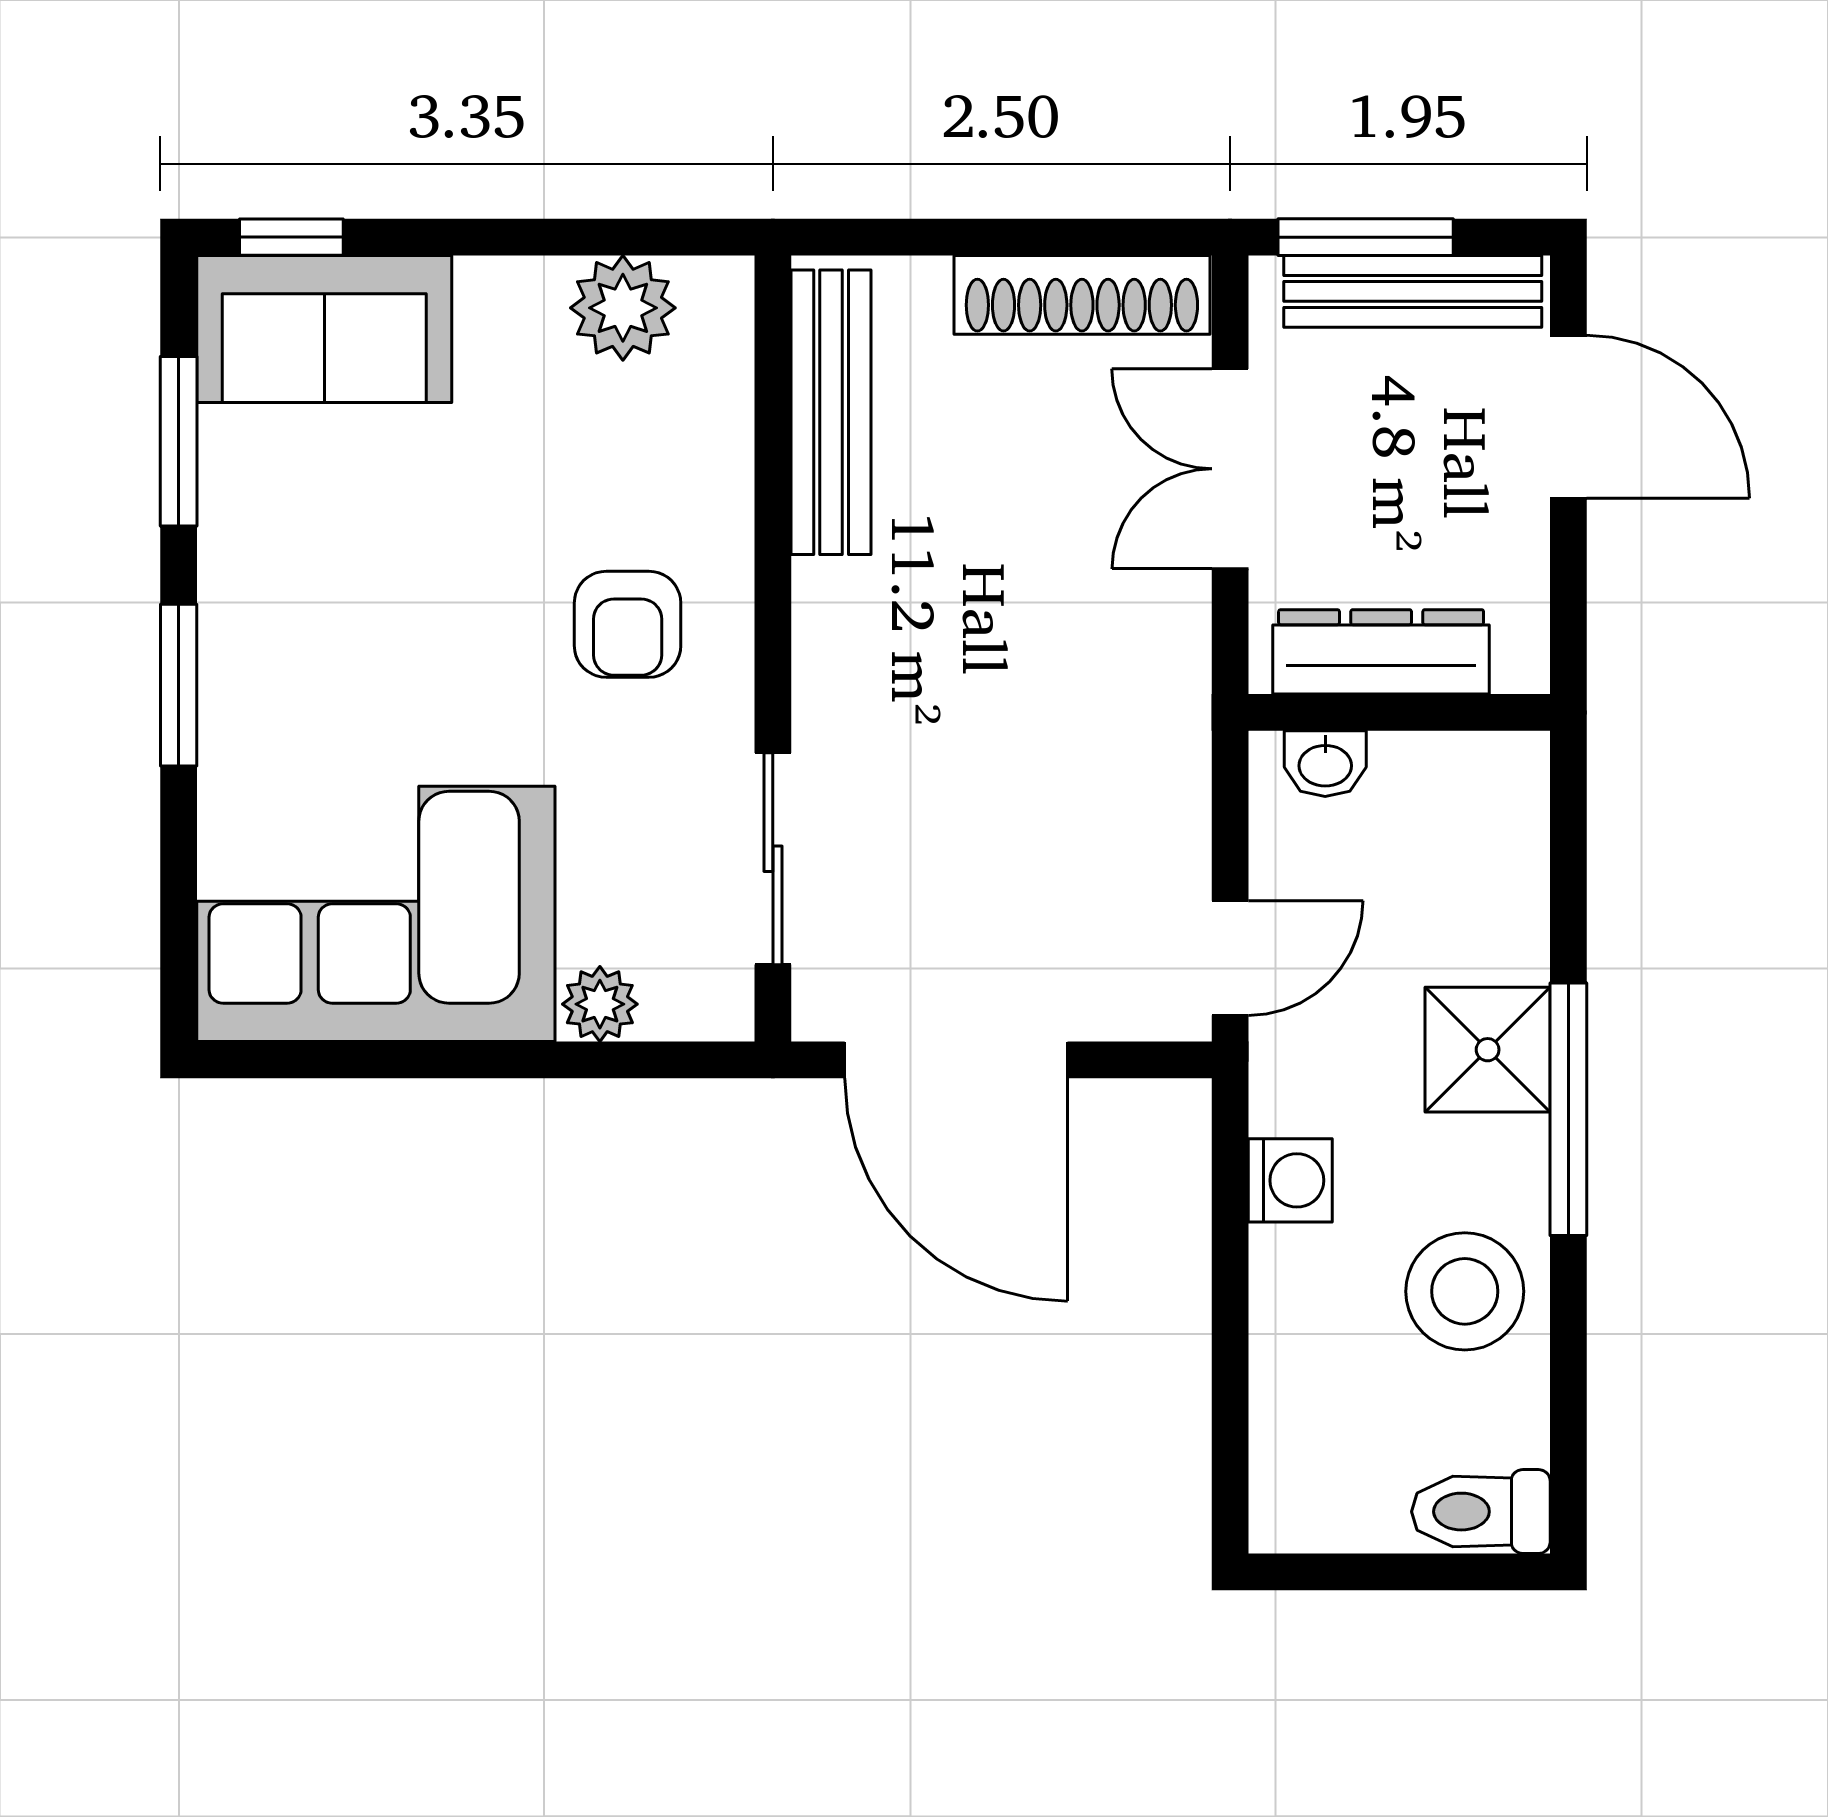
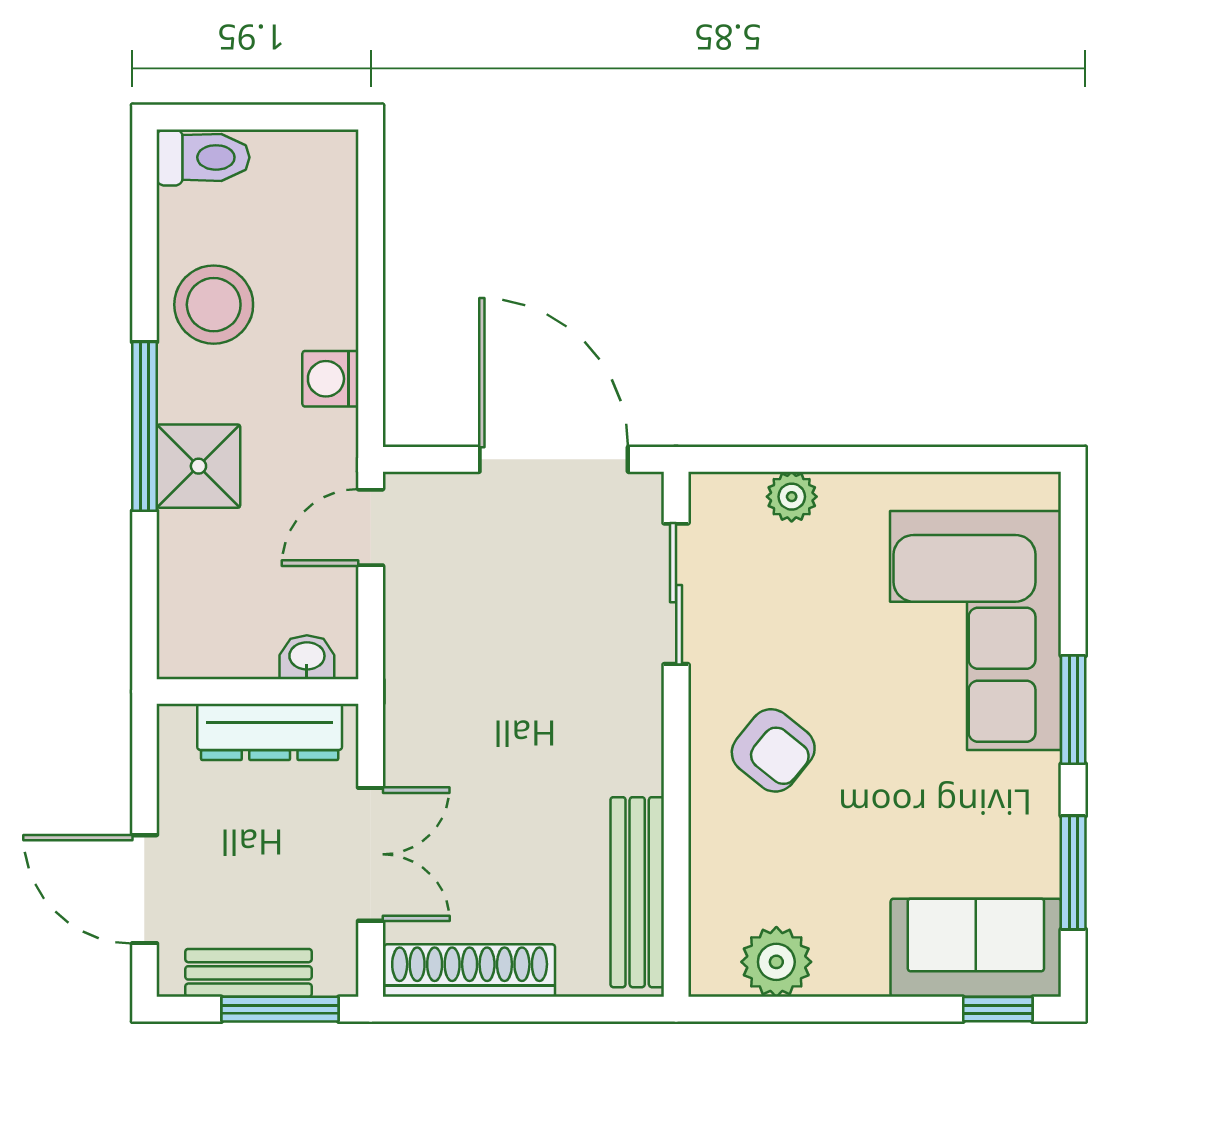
bench: (1413, 291) -> (248, 973), width x0.73
armchair: (628, 624) -> (773, 750), turned 129
corner sofa: (376, 914) -> (976, 630), moved, turned 90

